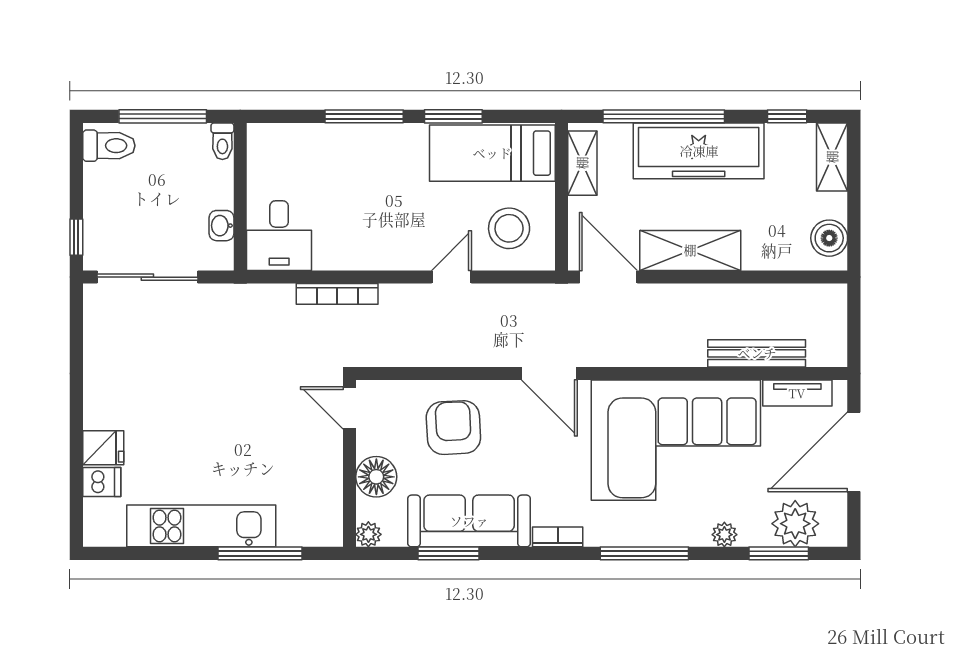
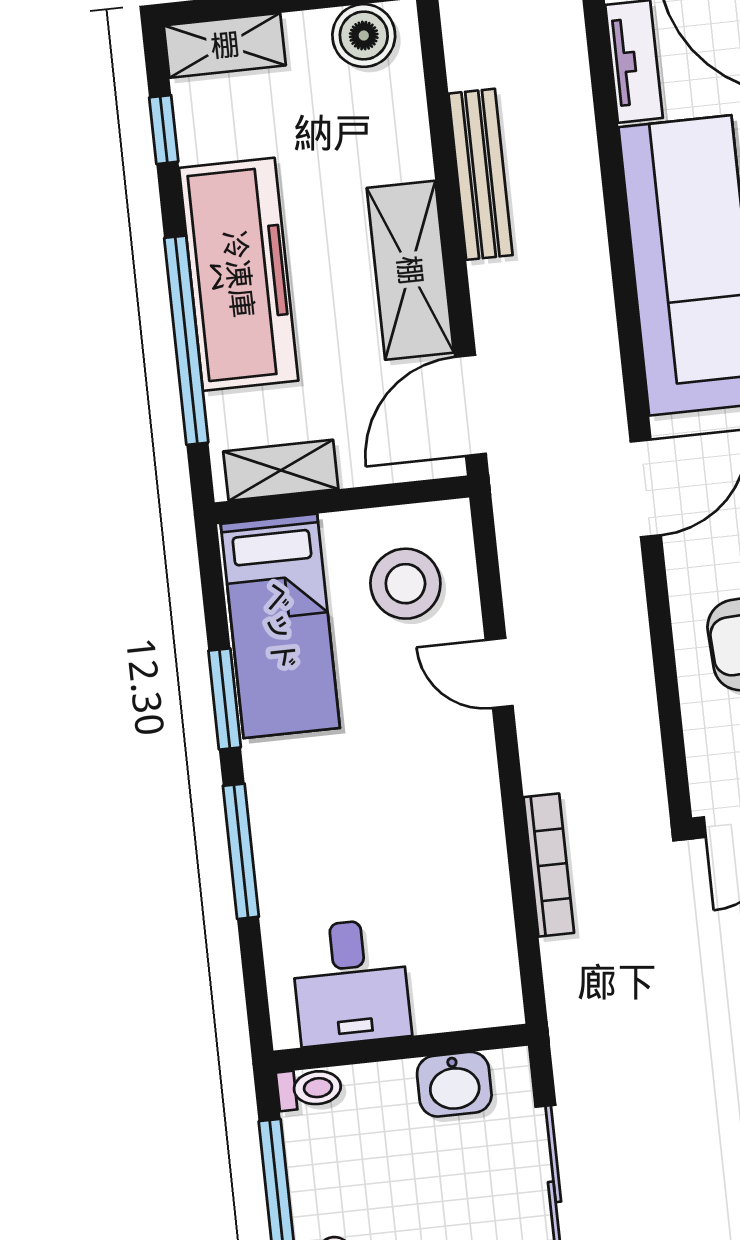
washbasin: (221, 226) -> (454, 1084), width x1.38, depth x1.45
desk: (279, 236) -> (351, 982), moved, turned 90
bench: (757, 353) -> (480, 174), moved

